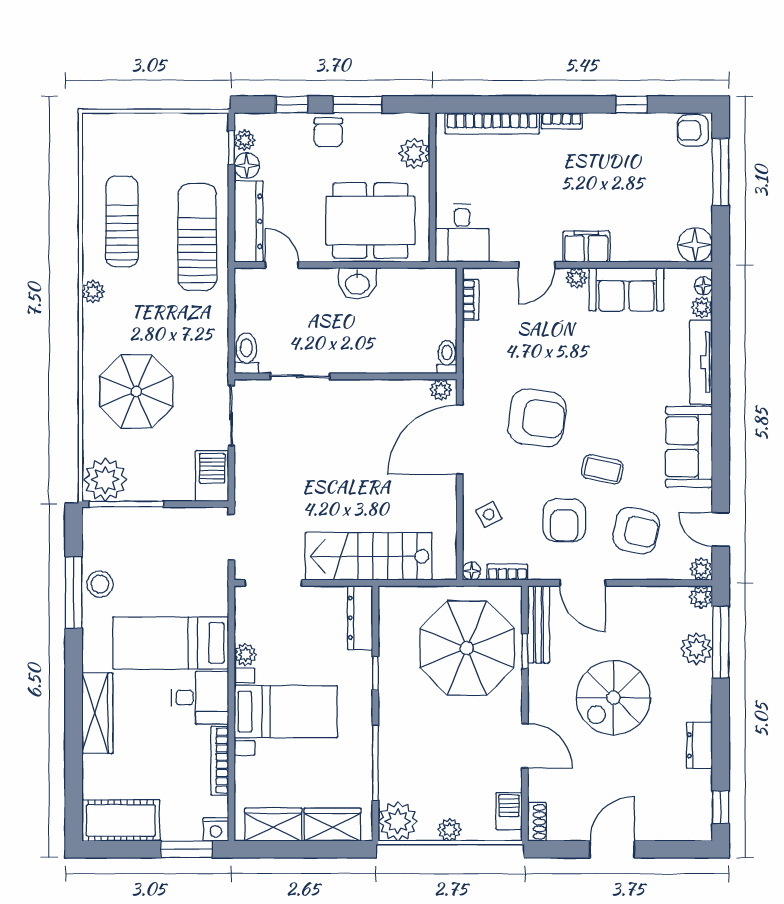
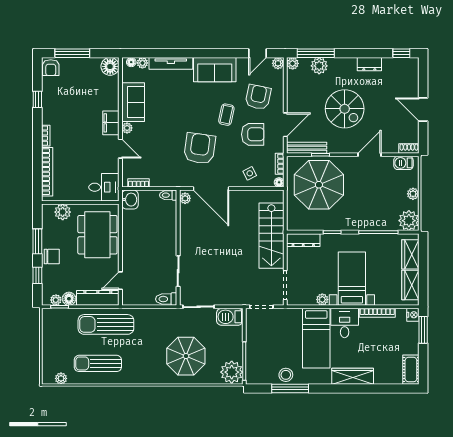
washbasin: (357, 283) -> (130, 200), moved
plant: (93, 292) -> (61, 378), moved
cot: (121, 820) -> (411, 370), width x0.73, depth x0.75

